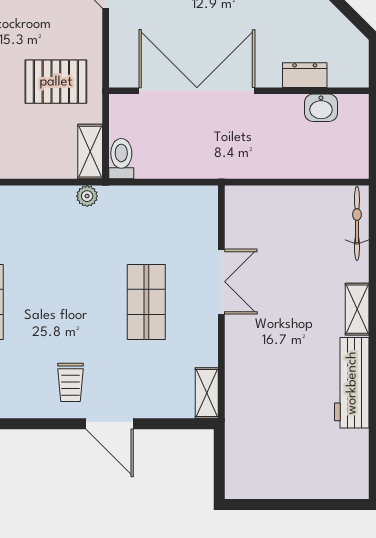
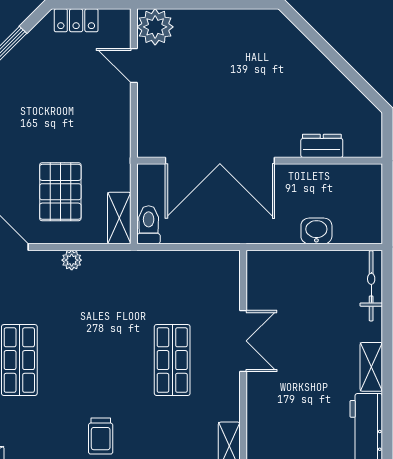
pallet: (56, 82) -> (60, 192), moved, turned 90
double door: (197, 91) -> (220, 161), swing flipped
washbasin: (321, 108) -> (316, 231), moved, turned 180
plant: (87, 196) -> (72, 260), moved

